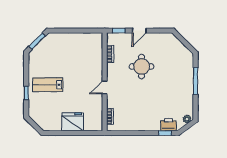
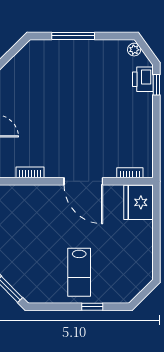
round table: (142, 67) -> (50, 122), removed
door: (105, 87) -> (83, 181), width x1.88
fridge: (73, 122) -> (138, 202), moved

